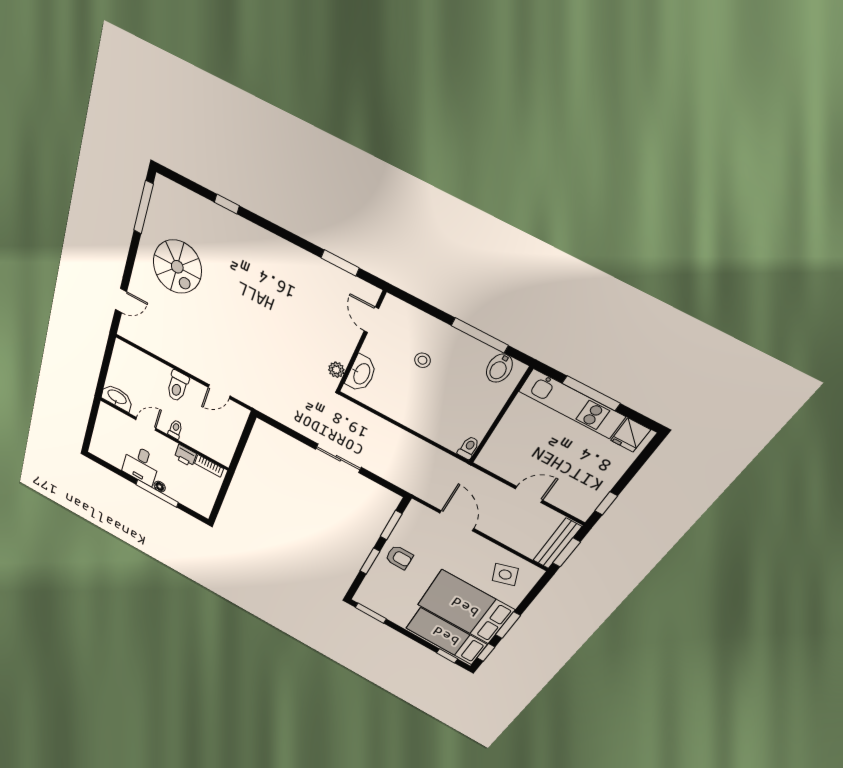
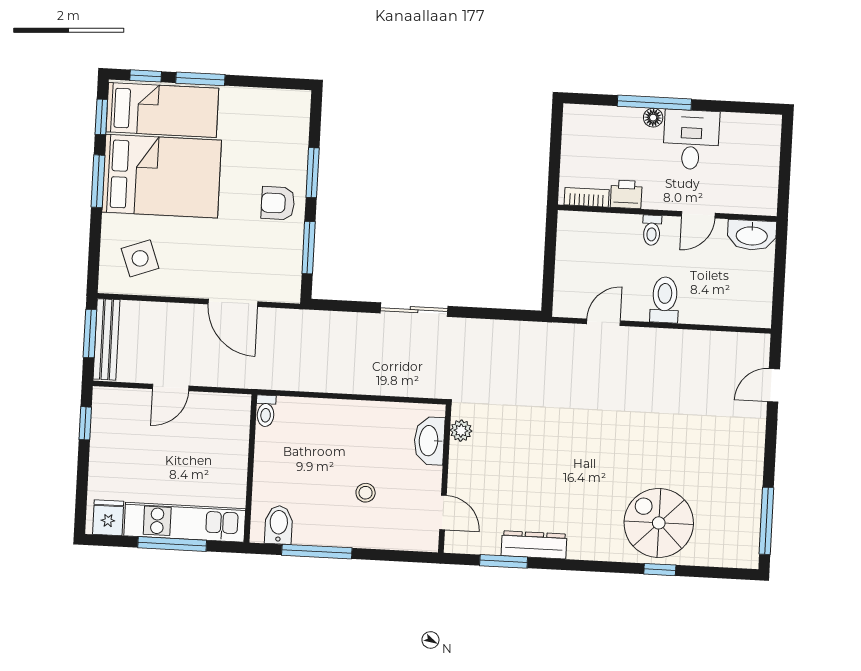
dresser: (313, 265) -> (534, 545), added
spiral stairs: (177, 267) -> (659, 523), moved
window: (371, 613) -> (200, 79), moved

